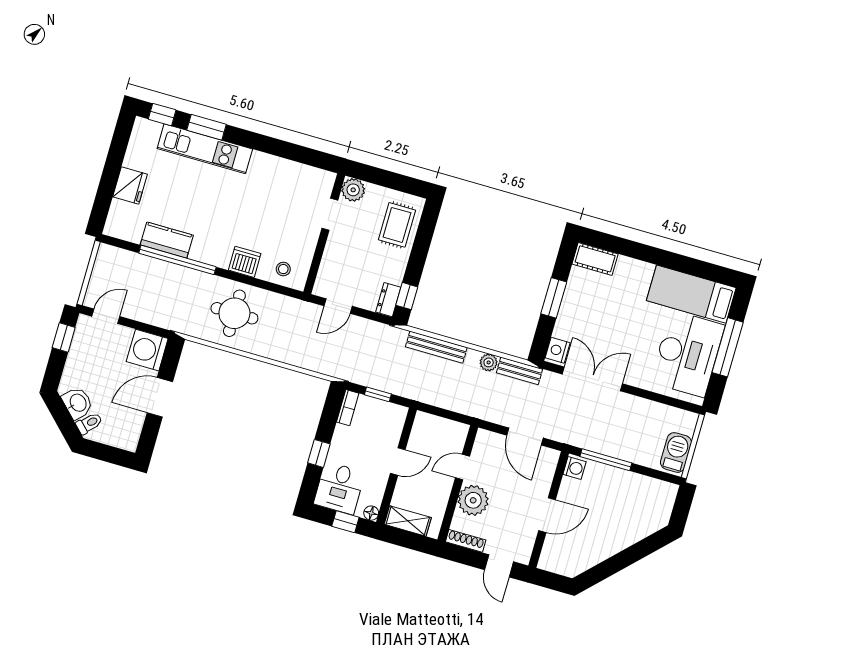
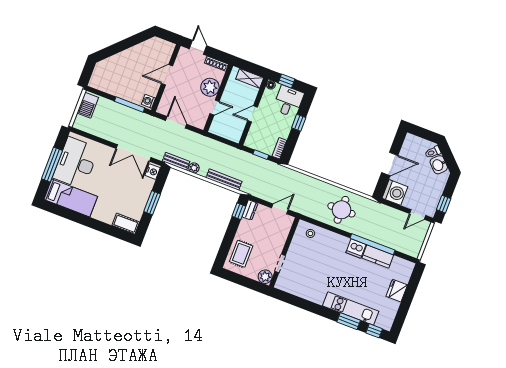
dishwasher: (245, 262) -> (356, 248), moved

